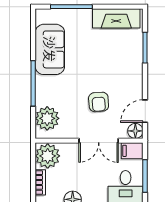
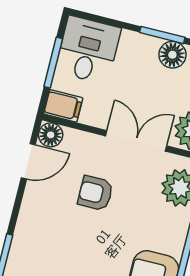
armchair: (99, 102) -> (95, 193), turned -86
double door: (99, 141) -> (136, 141), moved

